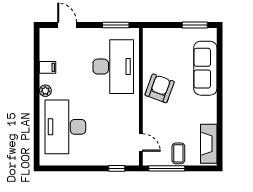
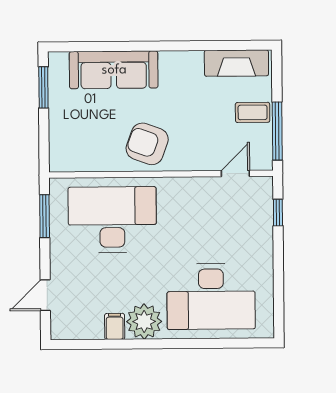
plant: (45, 91) -> (144, 321), width x1.87, depth x1.87

